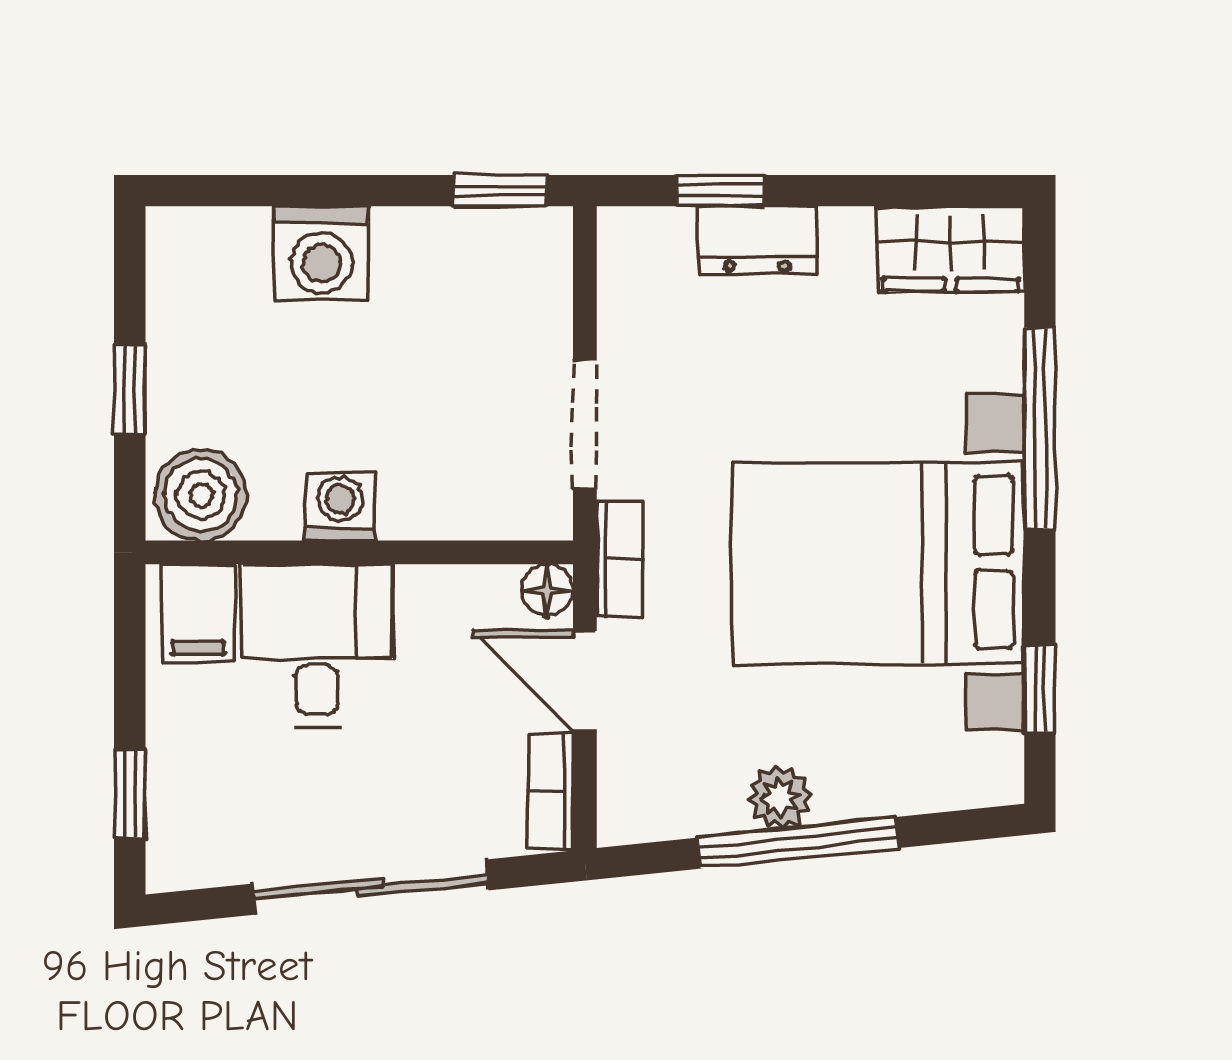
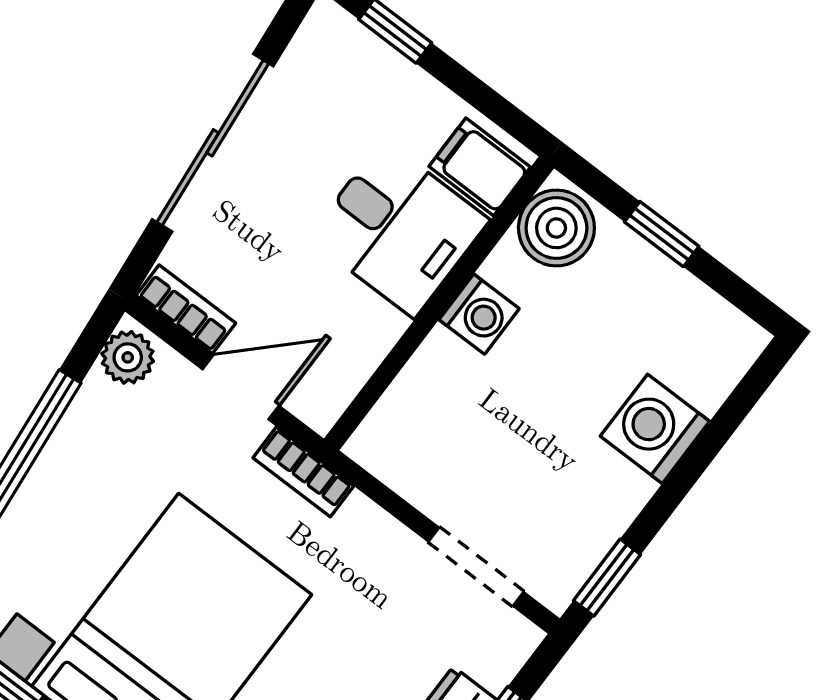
doorway: (585, 425) -> (476, 567), moved
floor lamp: (547, 590) -> (320, 408), removed
plant: (780, 797) -> (128, 357), moved

